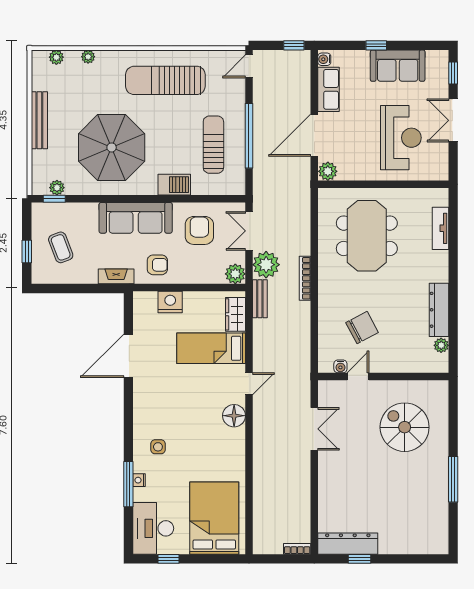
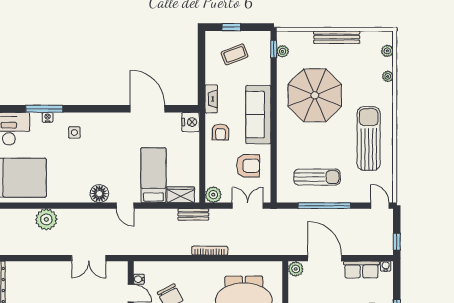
barbecue: (174, 185) -> (285, 146), removed
plant: (266, 265) -> (46, 219), moved
nightstand: (170, 302) -> (191, 122), moved

